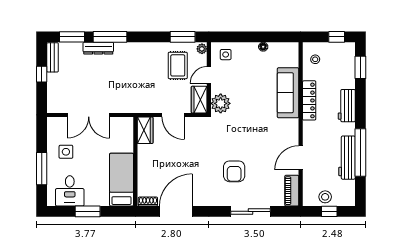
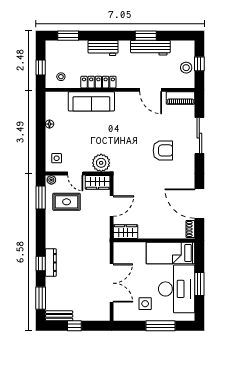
window: (110, 37) -> (41, 263), width x0.46
window: (337, 37) -> (41, 68), moved
dresser: (98, 48) -> (51, 262), moved
window: (360, 153) -> (146, 36), width x0.47
desk: (70, 191) -> (177, 289), width x1.87, depth x1.30

